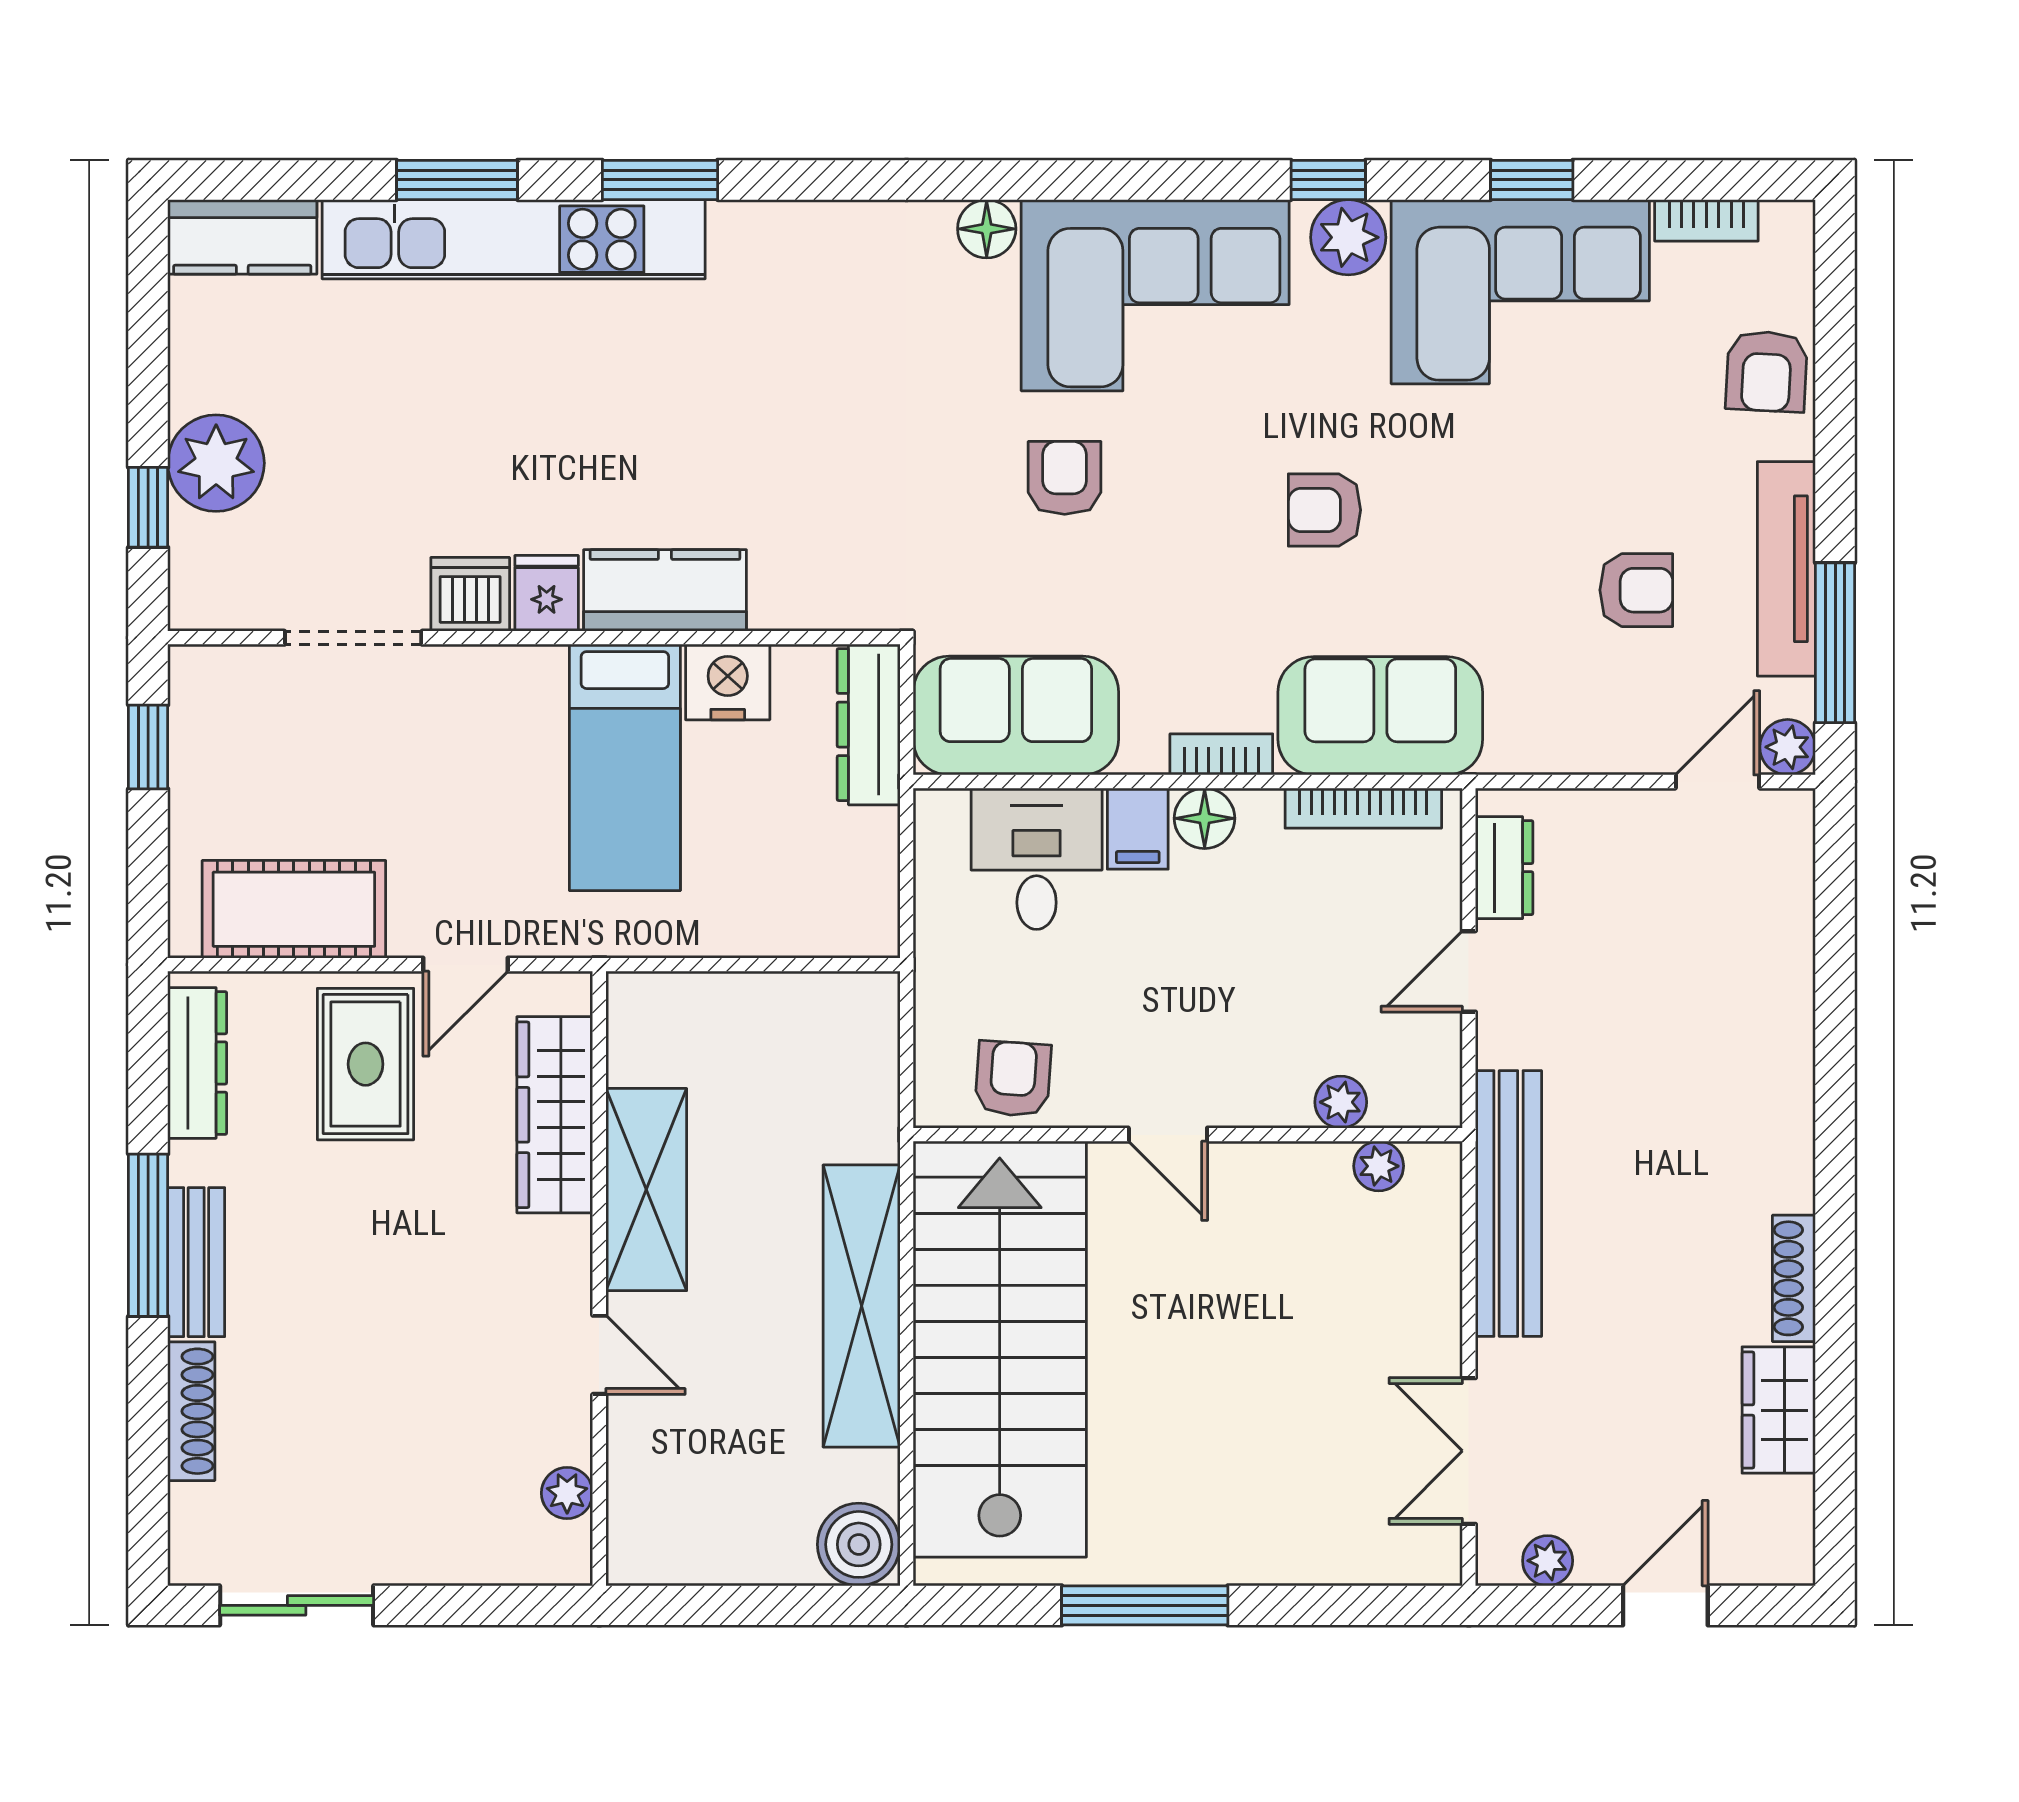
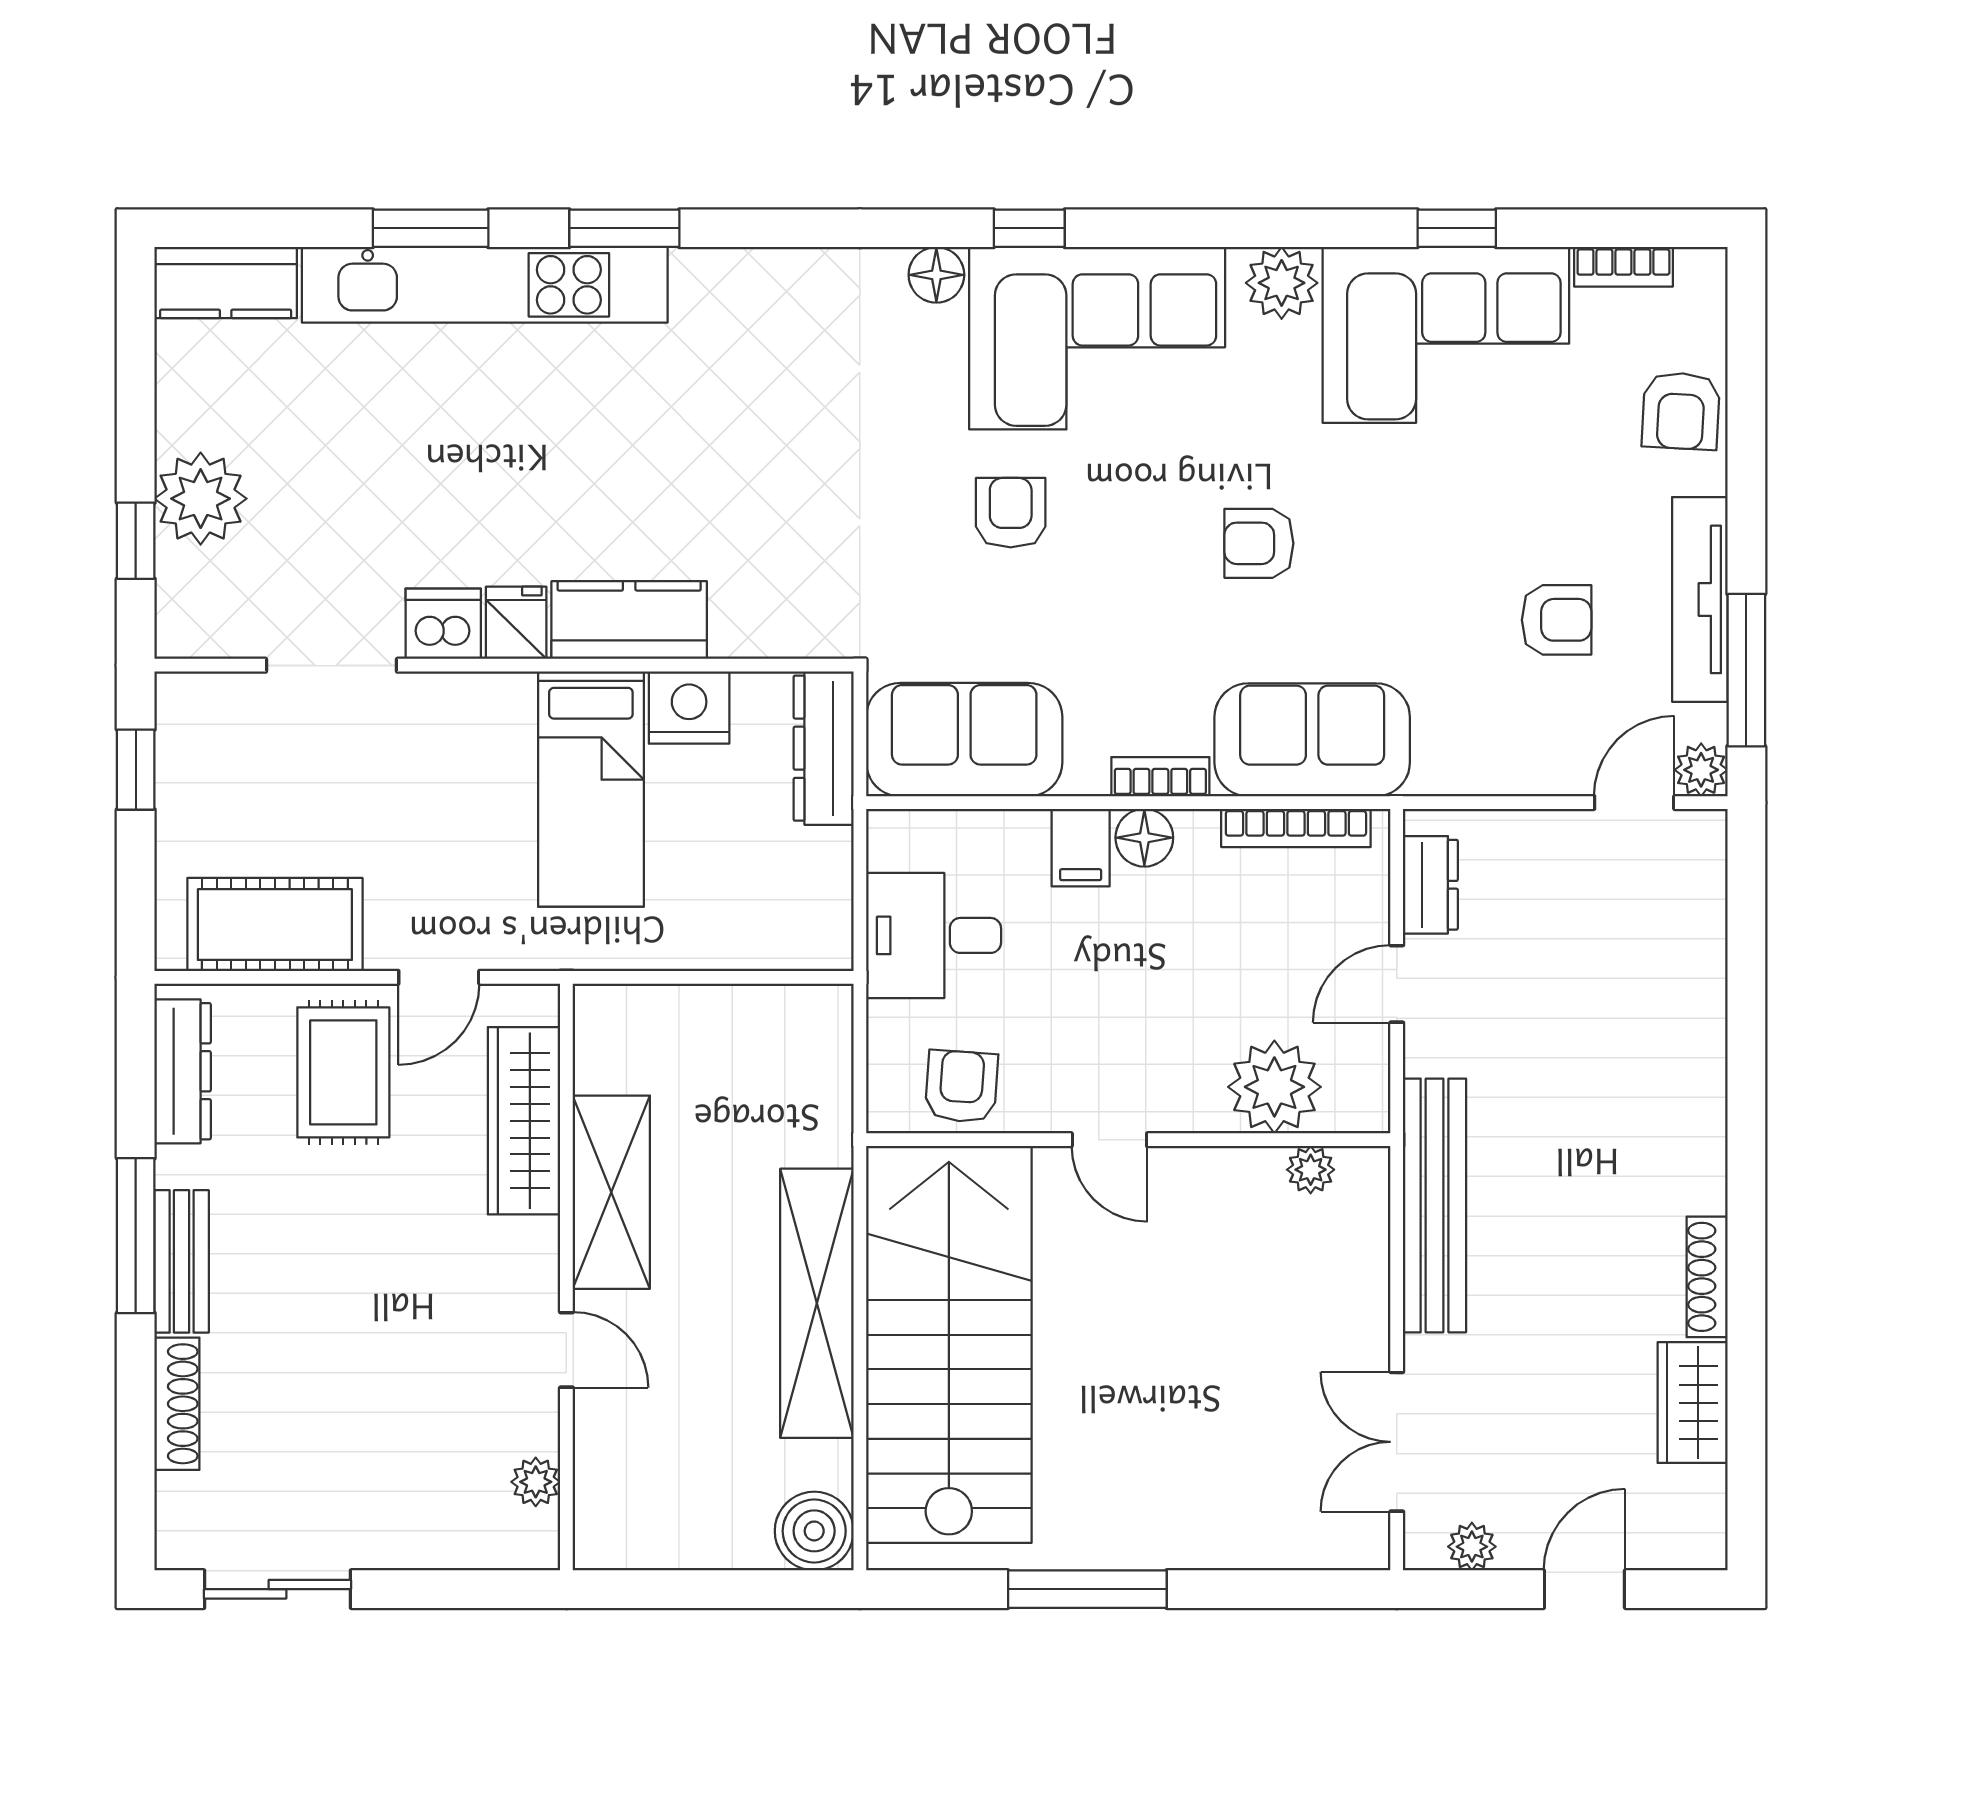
window: (1328, 180) -> (1029, 228), moved
desk: (1037, 859) -> (934, 935), moved, turned -90
plant: (1341, 1102) -> (1274, 1087), width x1.87, depth x1.87

